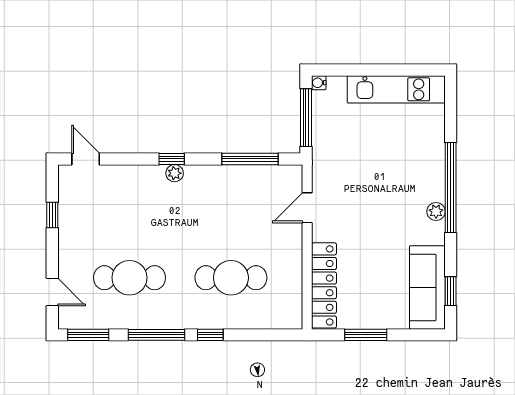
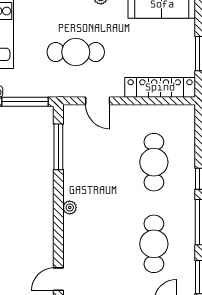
window: (172, 159) -> (58, 210), removed
cafe table: (368, 181) -> (76, 52), added

